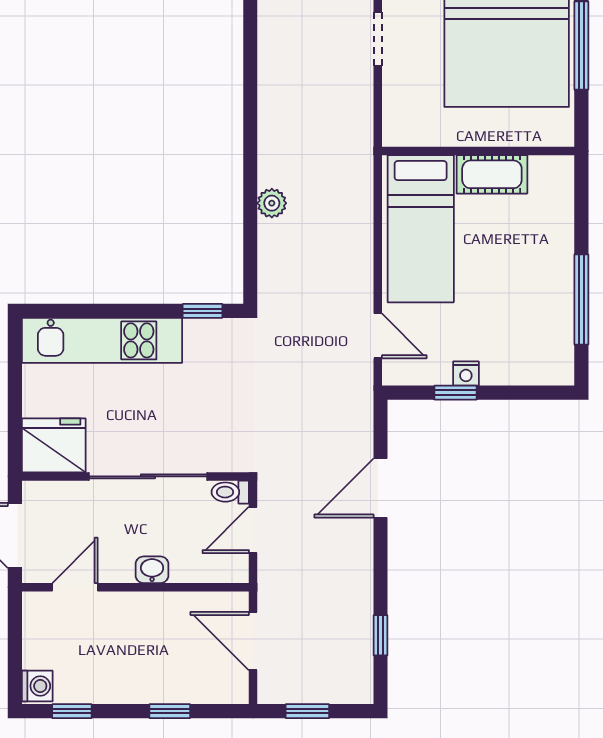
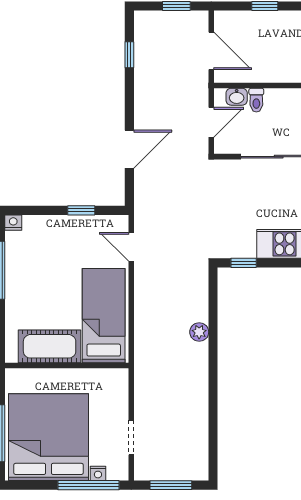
cot: (492, 174) -> (50, 346), width x1.37, depth x1.34
nightstand: (466, 374) -> (13, 223), moved
toilet: (230, 492) -> (256, 100), moved, turned 90
washbasin: (152, 570) -> (237, 97), moved

